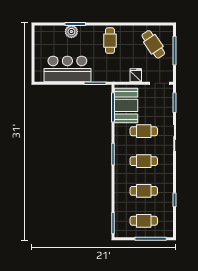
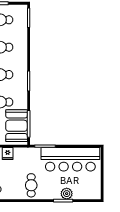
bar counter: (67, 69) -> (70, 159), width x1.36

